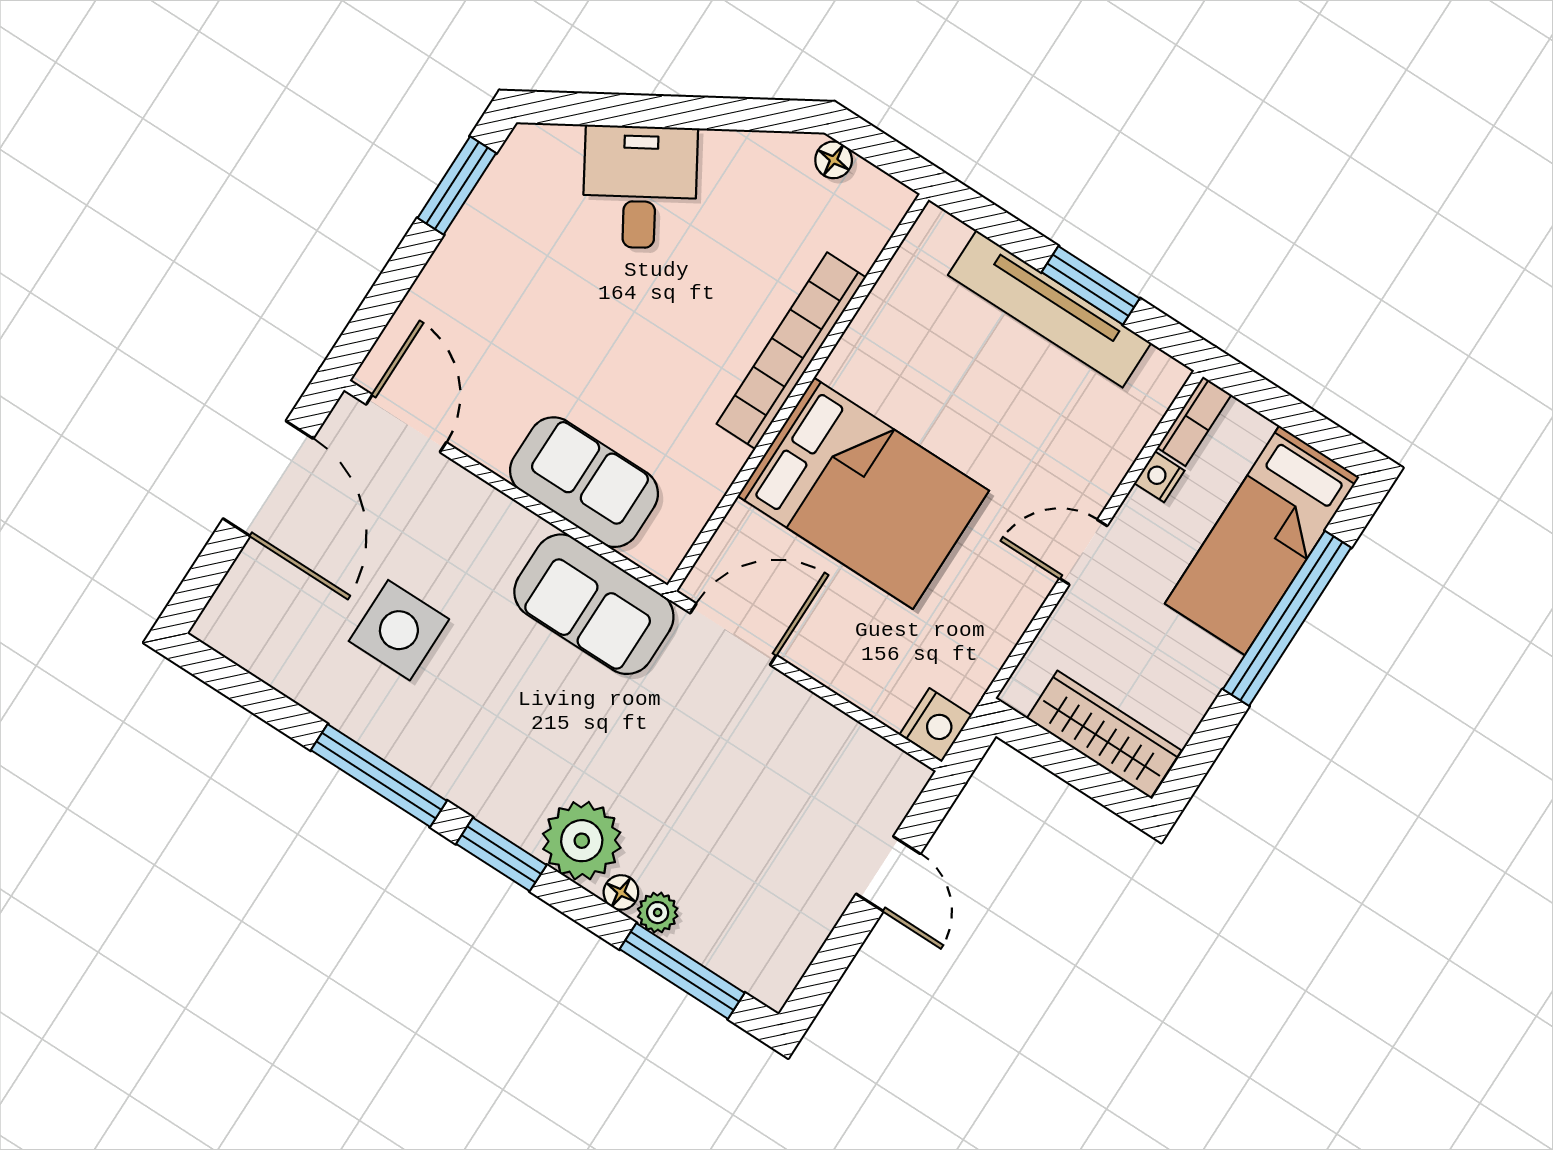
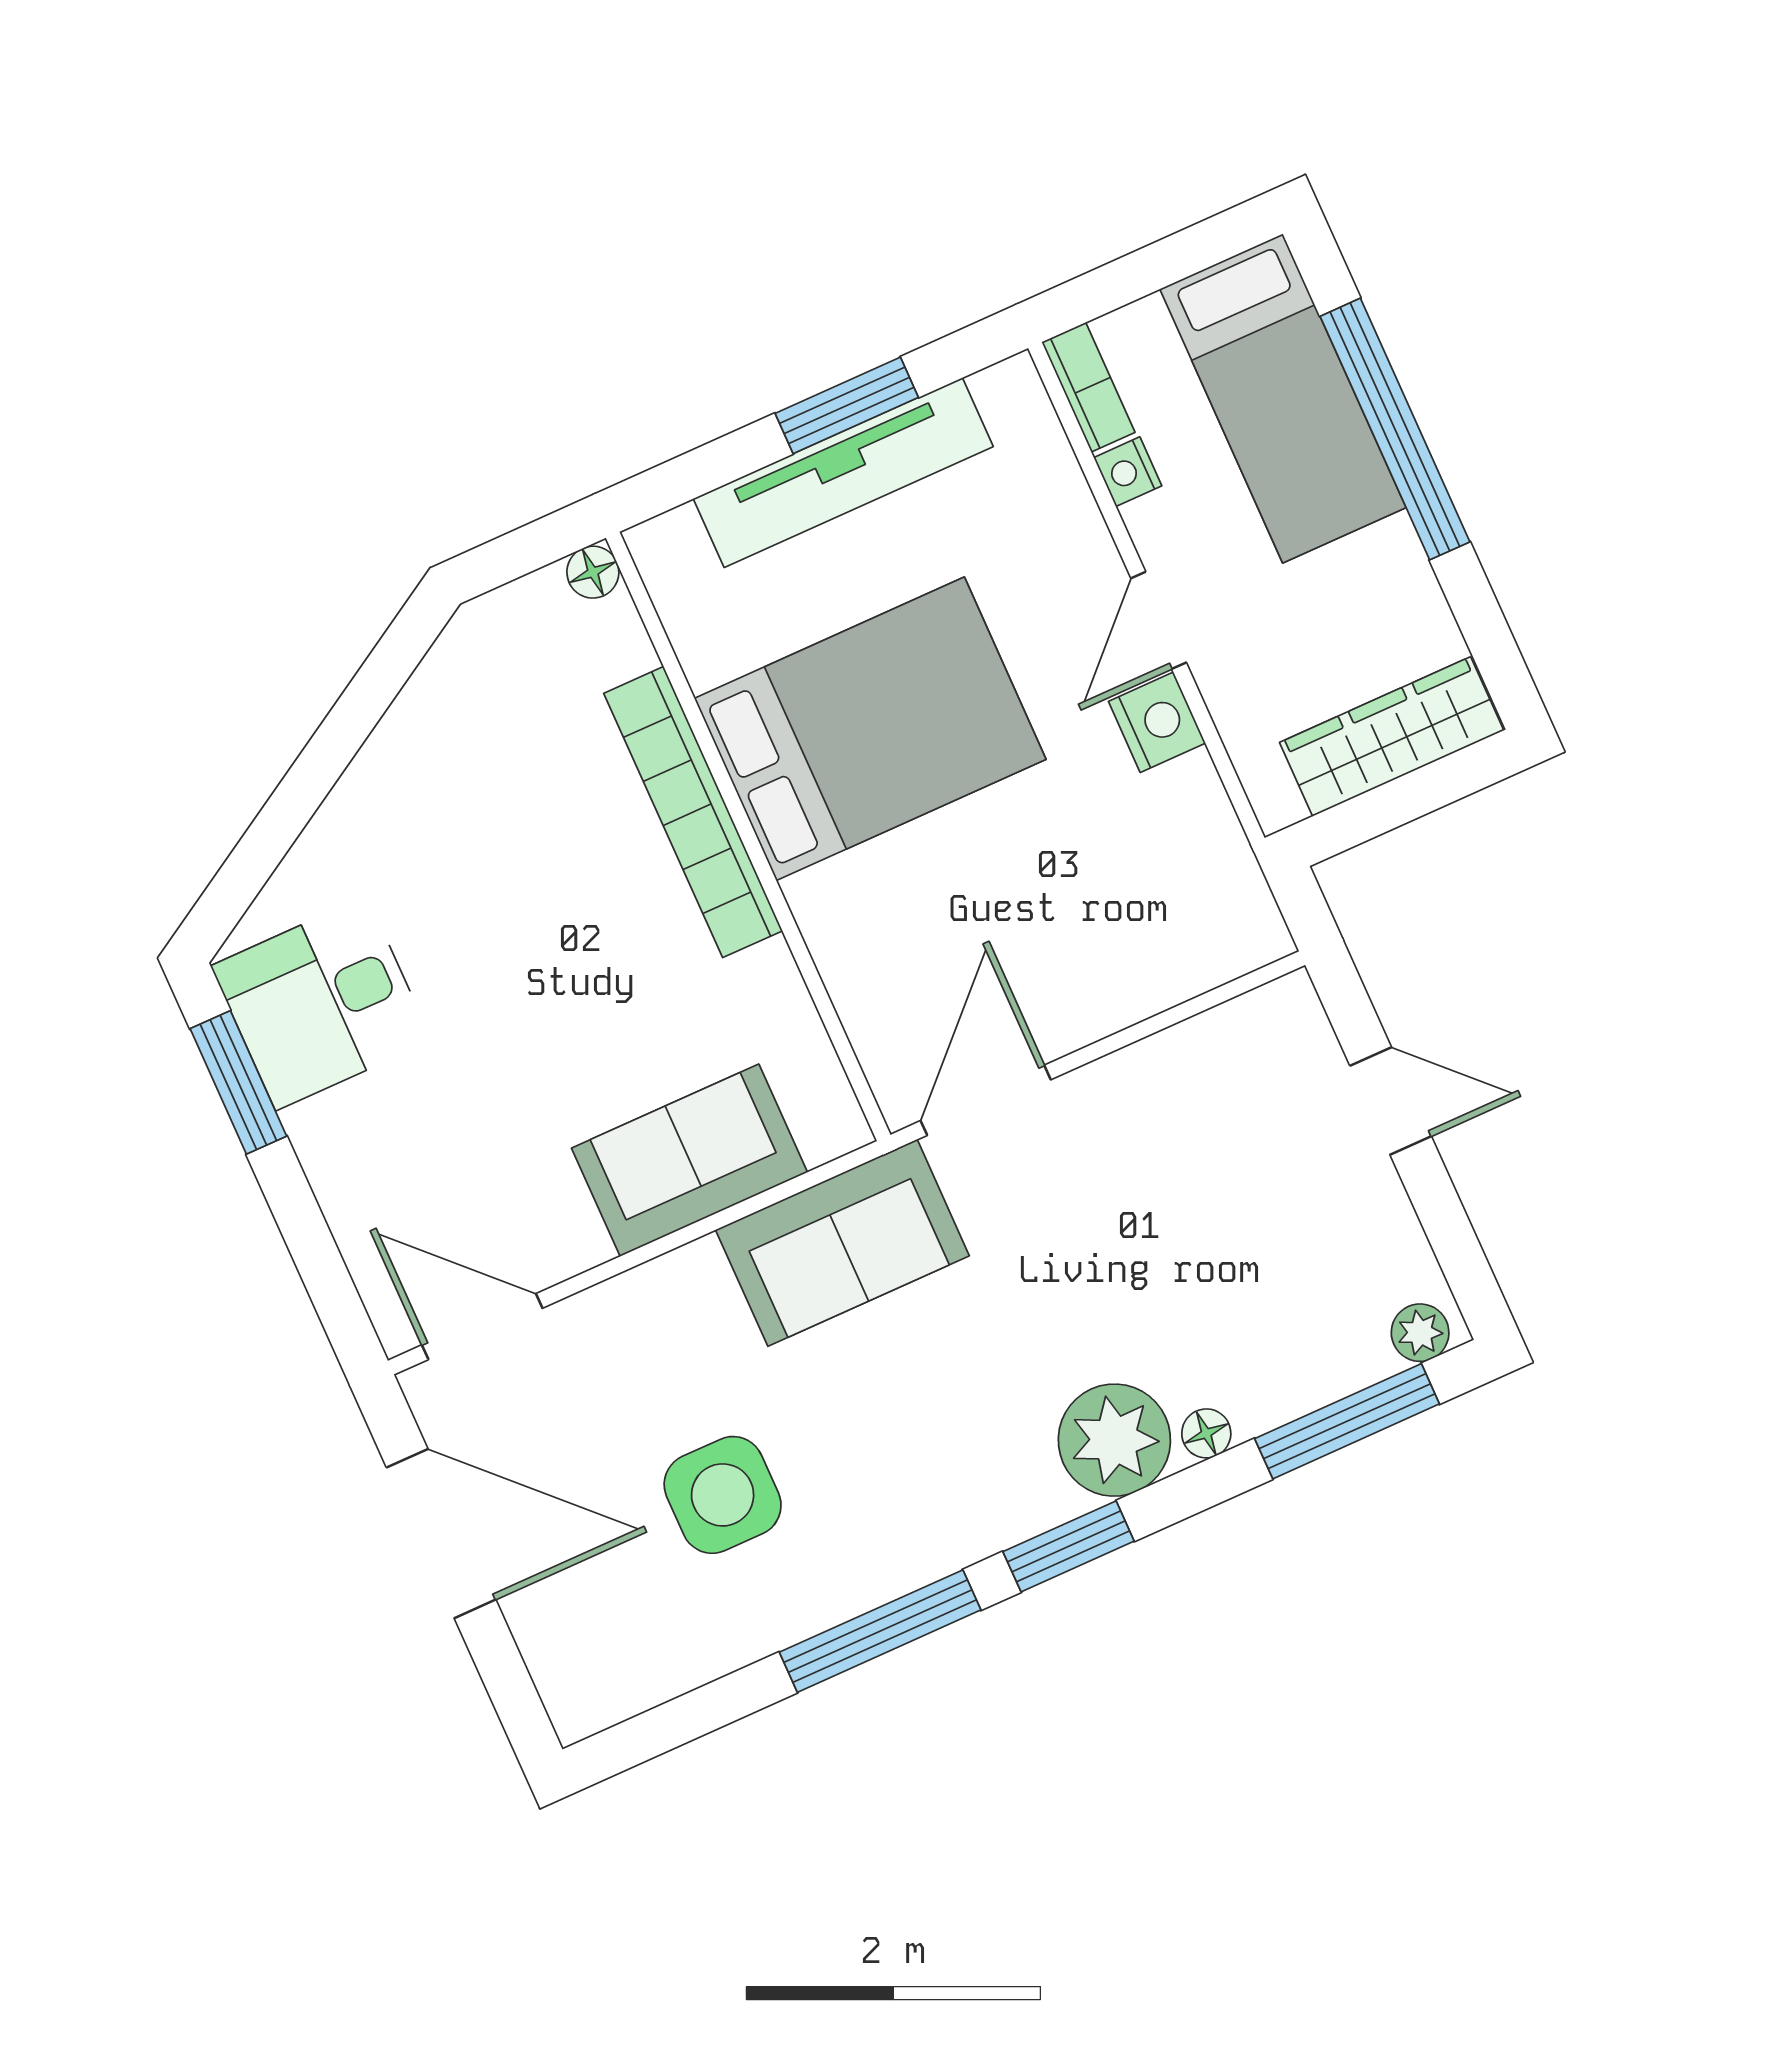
floor lamp: (834, 160) -> (593, 572), moved
desk: (640, 187) -> (321, 1003), moved, turned -59
bed: (863, 493) -> (870, 729), moved
nightstand: (936, 725) -> (1157, 722), moved
plant: (658, 913) -> (1420, 1333), moved

